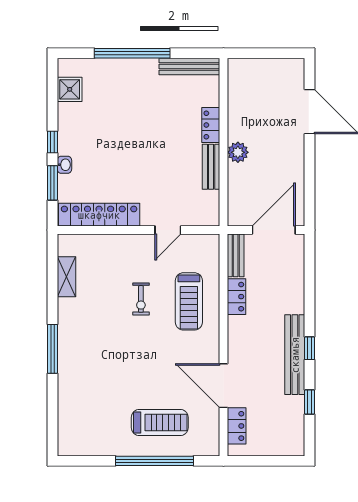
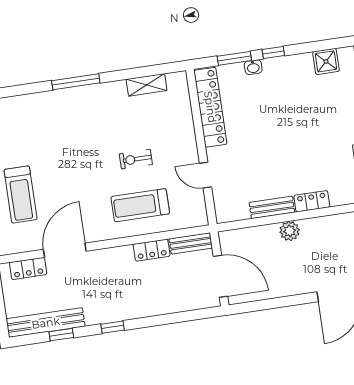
bench: (295, 355) -> (46, 323), moved

